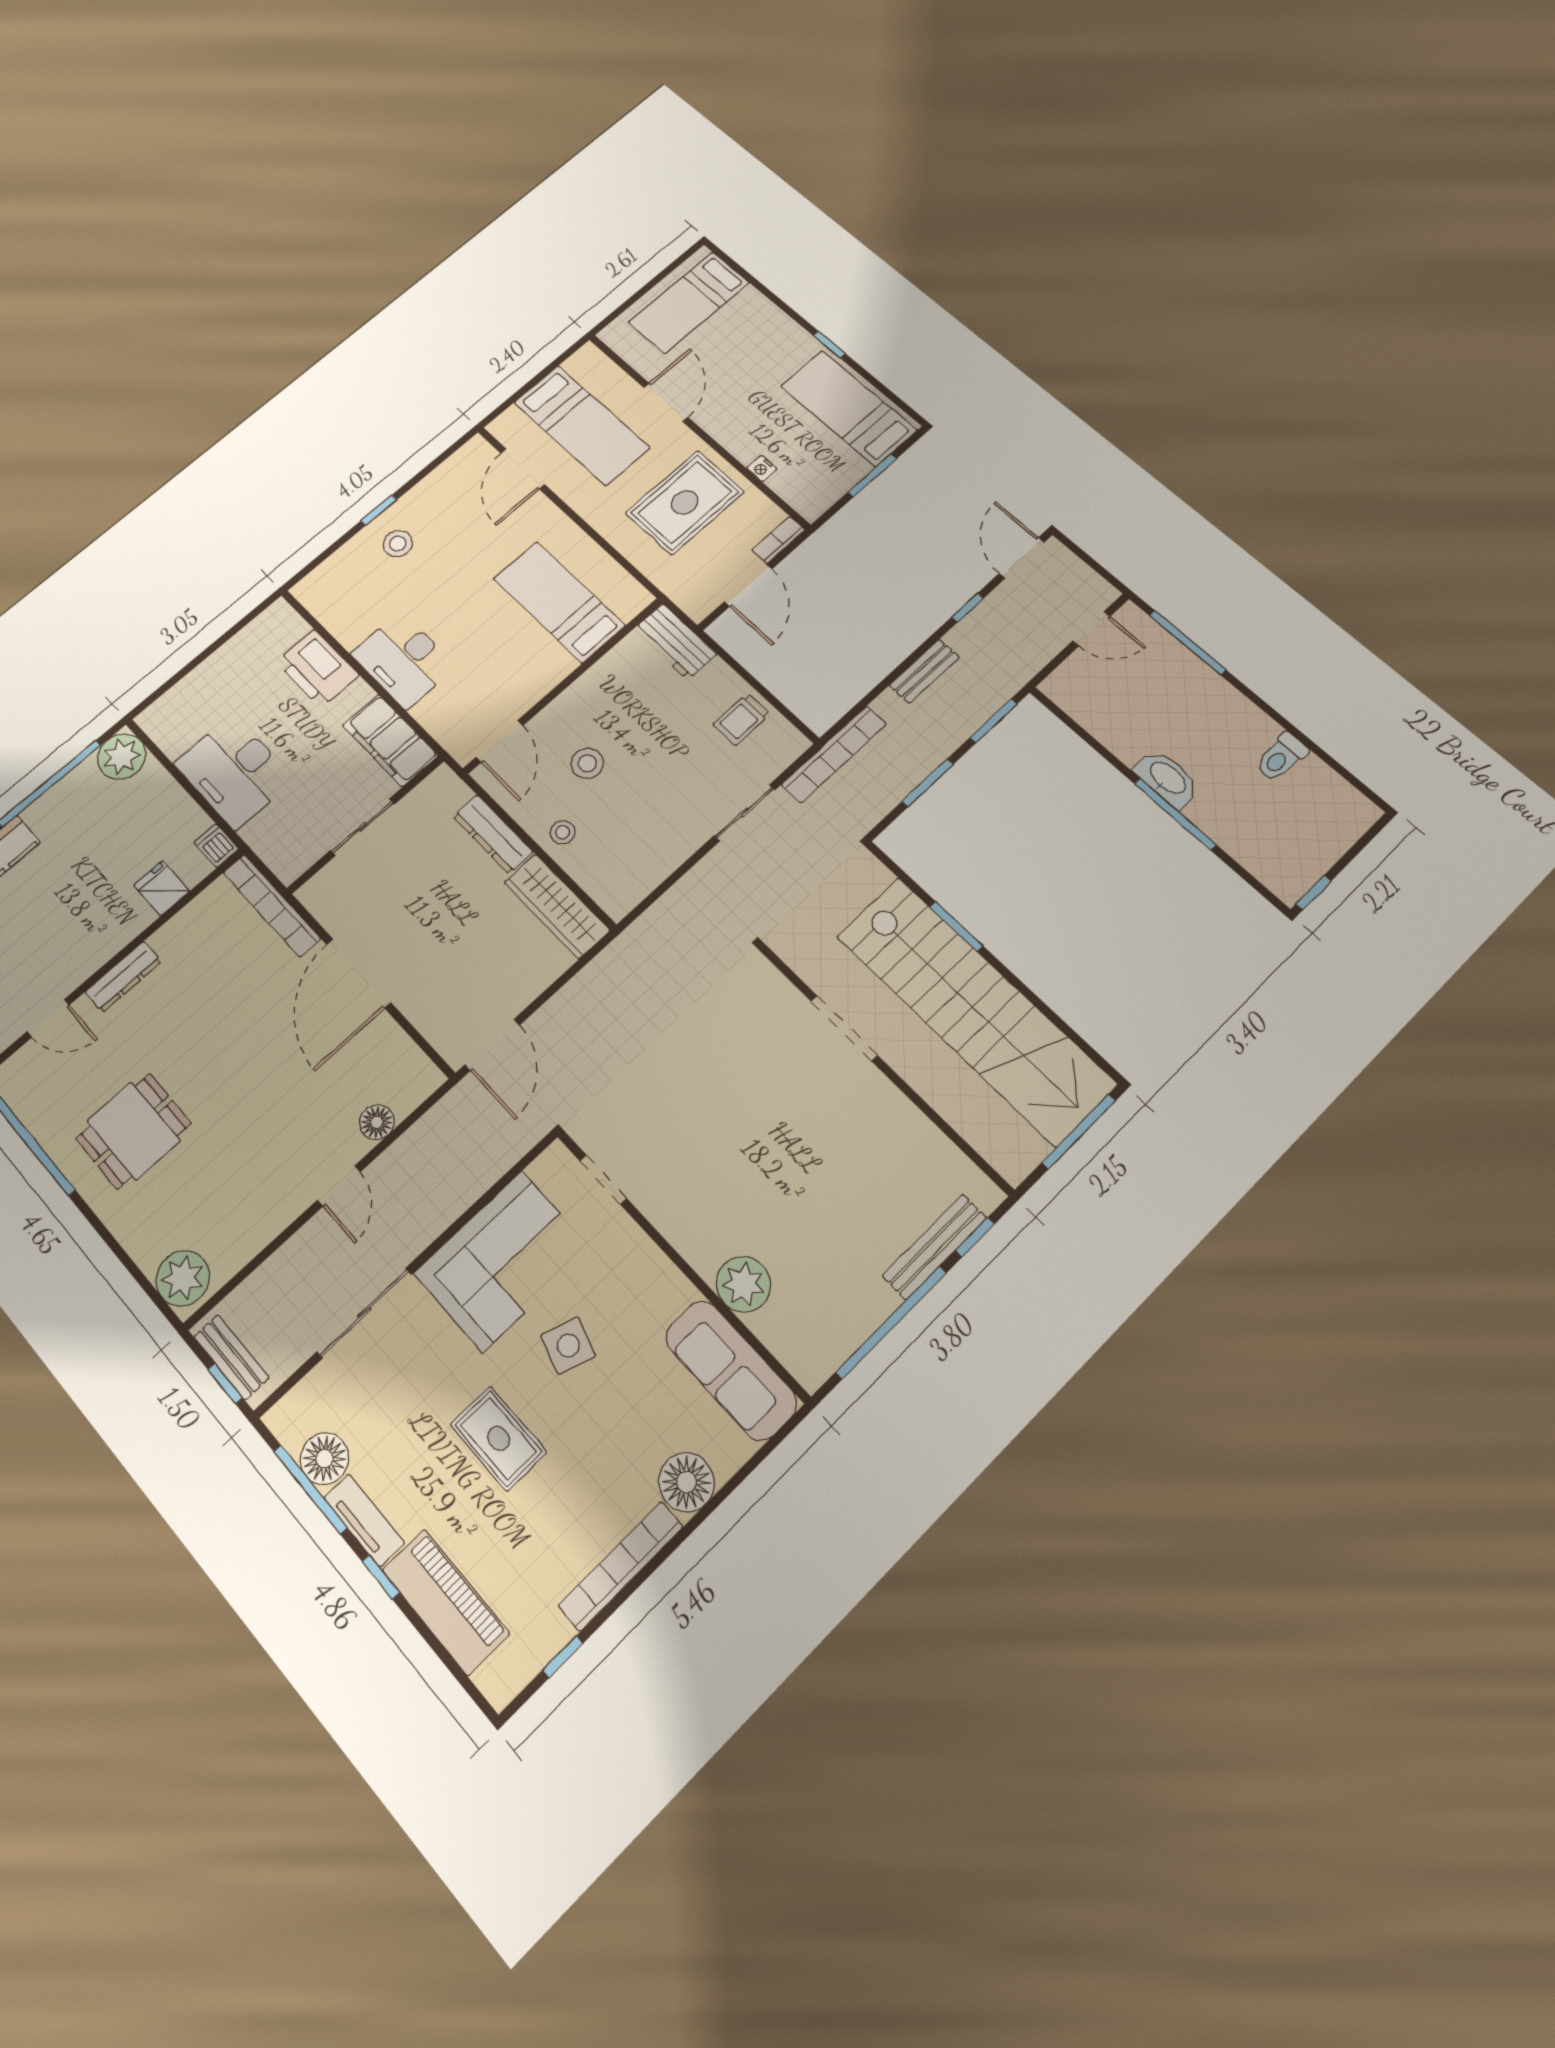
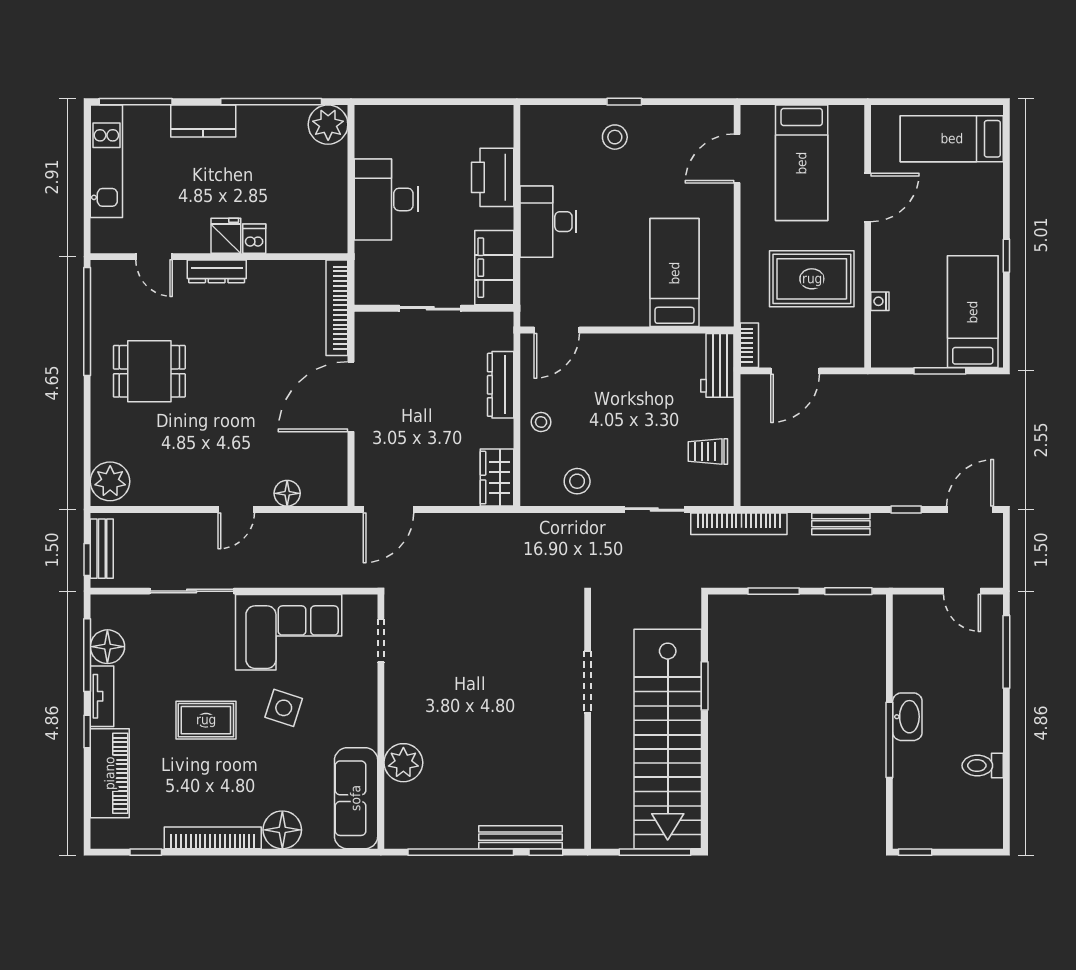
bookcase: (778, 540) -> (749, 345), moved, turned 90
stool: (587, 763) -> (577, 481), moved
dishwasher: (216, 846) -> (254, 239), moved
fridge: (162, 888) -> (226, 236), moved
wardrobe: (557, 906) -> (497, 478), width x0.67
rug: (498, 1438) -> (206, 720), turned 90

